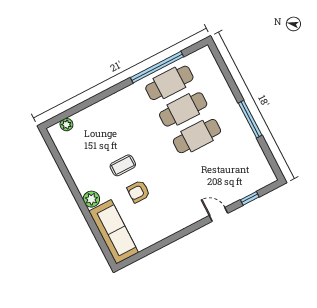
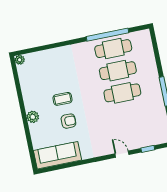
plant: (66, 125) -> (20, 60), moved
armchair: (138, 192) -> (68, 121), turned 180
sofa: (114, 232) -> (58, 155), moved, turned -90

